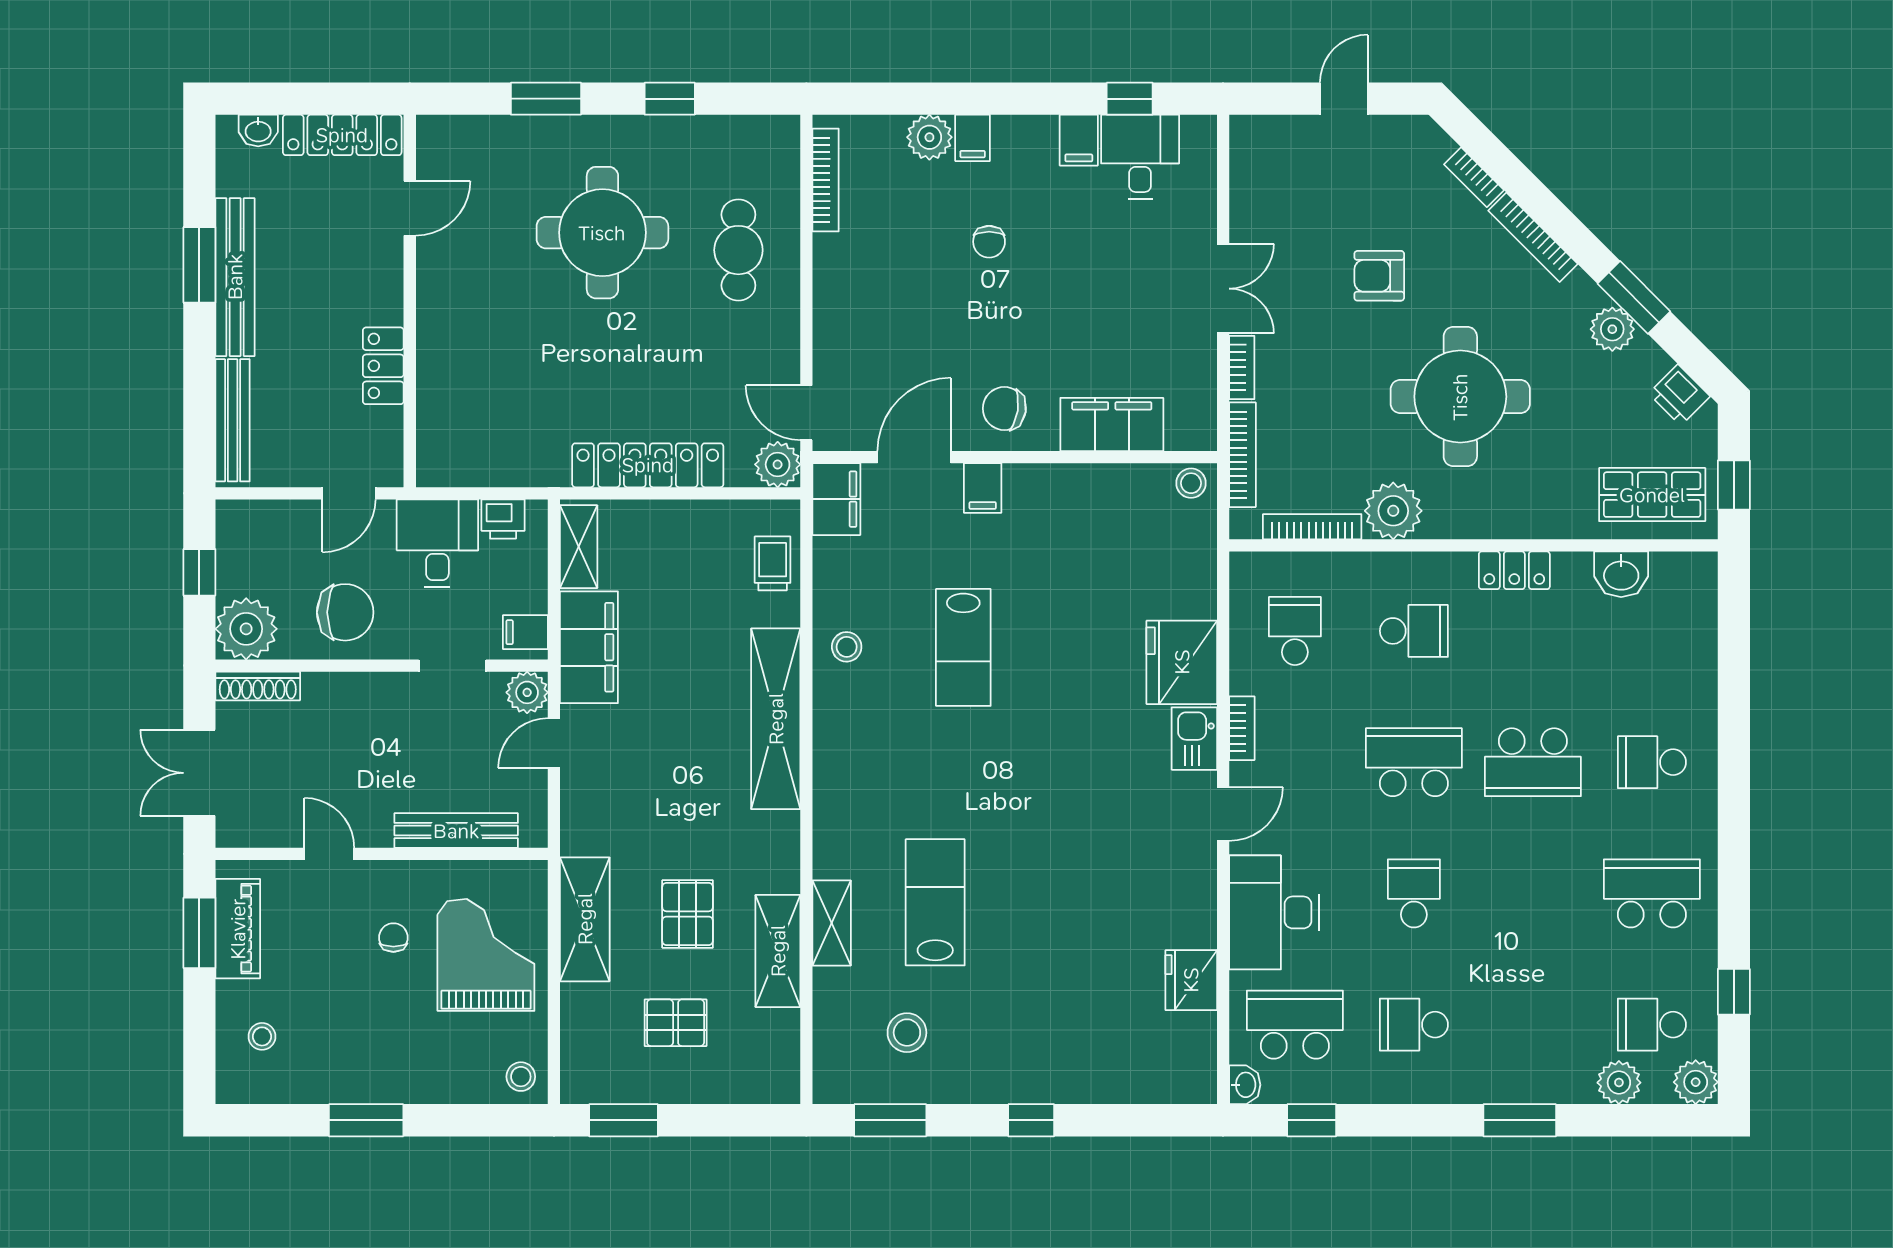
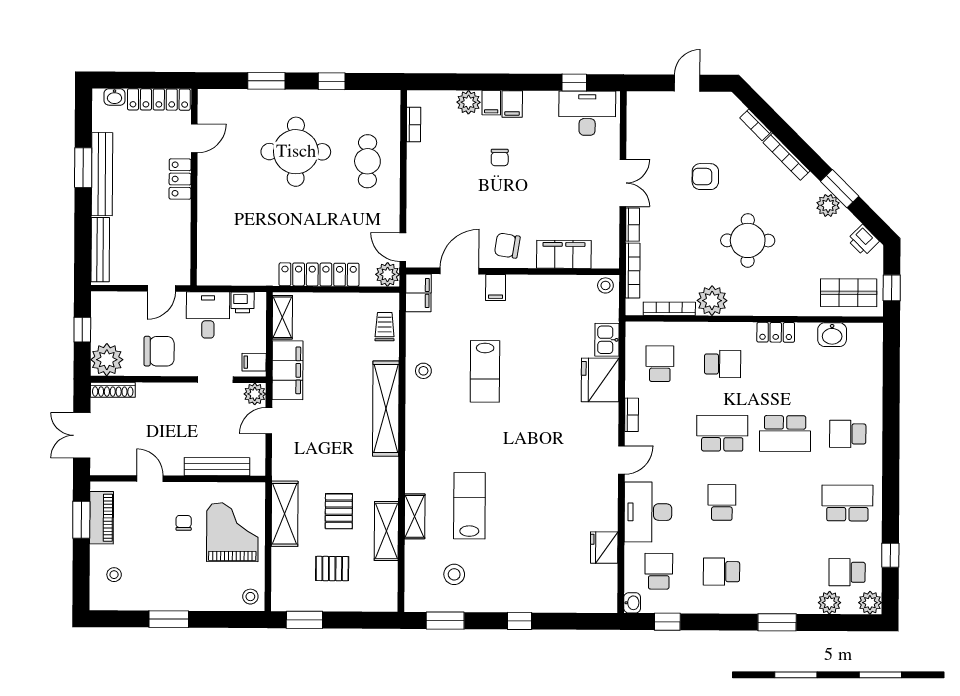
filing cabinet: (1079, 140) -> (512, 104), moved
desk: (1140, 157) -> (587, 113), width x1.37
bookcase: (826, 180) -> (414, 125), width x0.64
locker: (383, 366) -> (180, 179), moved
round table: (1460, 397) -> (748, 240), width x0.73, depth x0.73
kitchen sink: (1194, 739) -> (607, 340), moved
school desk: (1295, 1025) -> (659, 571), width x0.54

